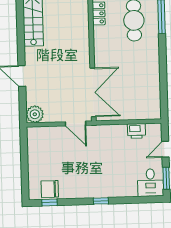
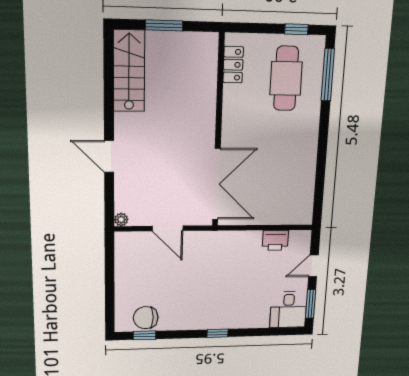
plant: (35, 114) -> (121, 220), width x0.53, depth x0.53
door: (75, 124) -> (168, 228), moved

